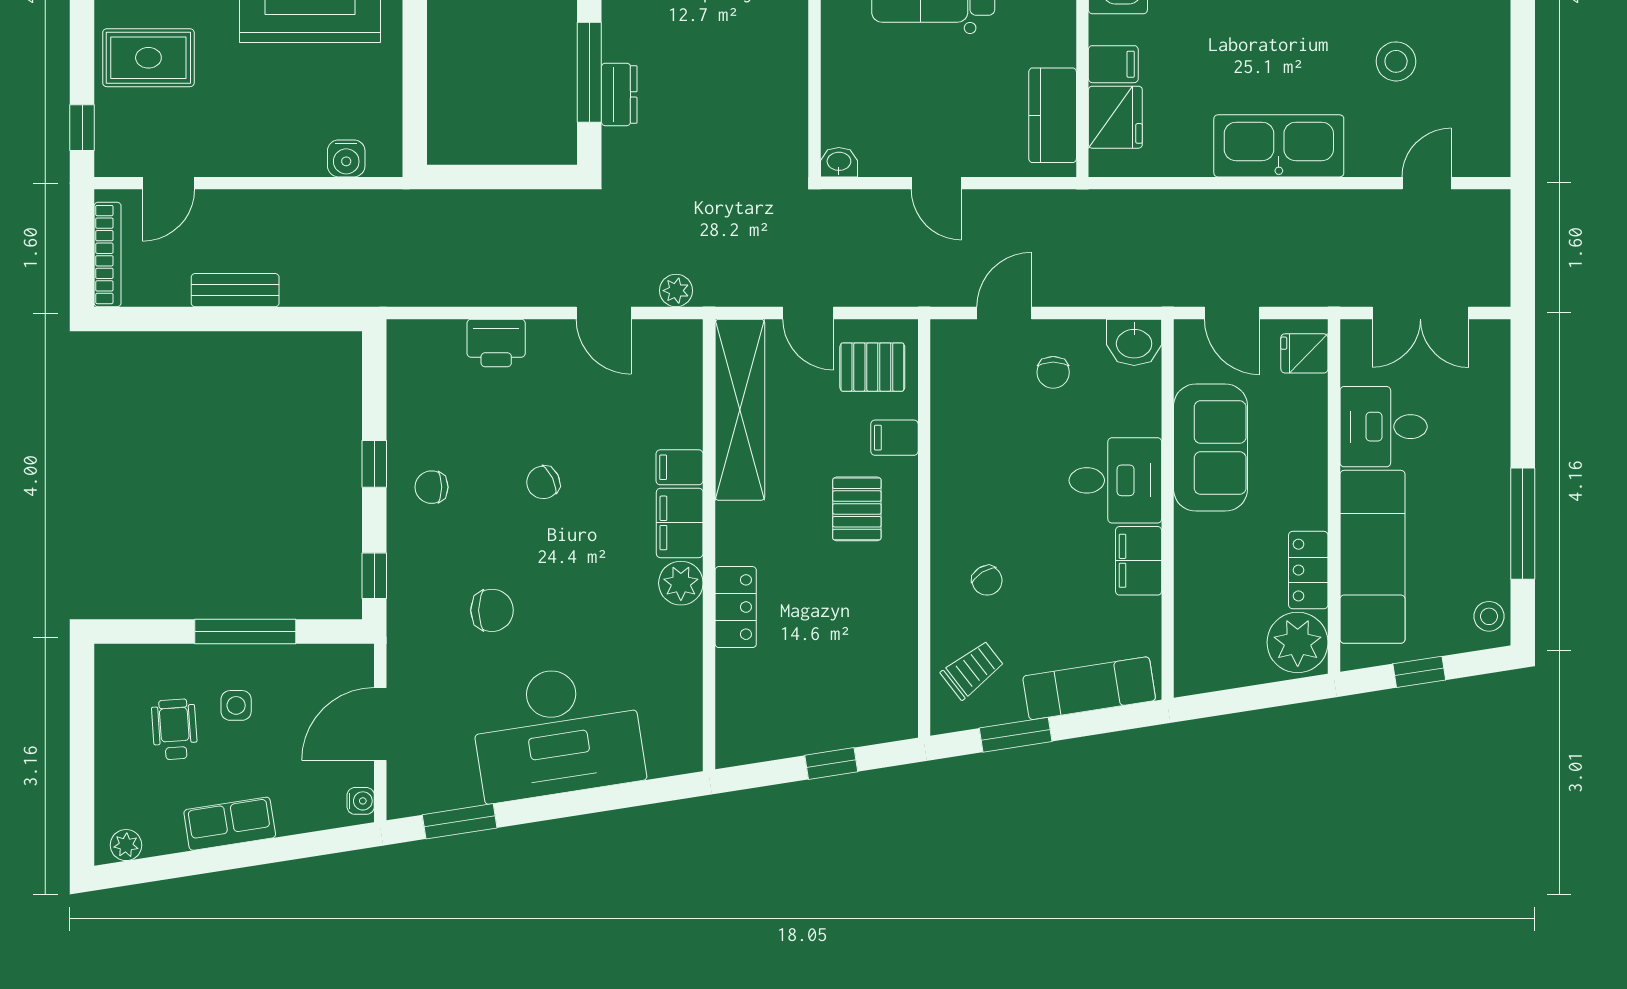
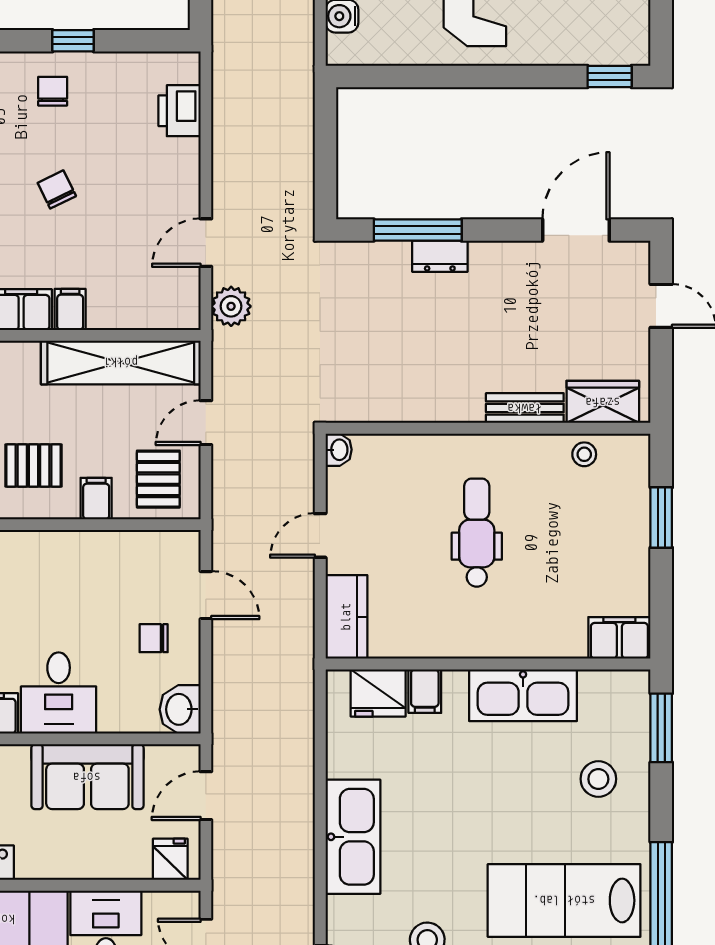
dresser: (619, 94) -> (440, 256), moved
kitchen counter: (1053, 115) -> (346, 617), moved, turned 90
plant: (676, 291) -> (231, 306), width x1.38, depth x1.38
printer: (496, 343) -> (179, 111), moved

